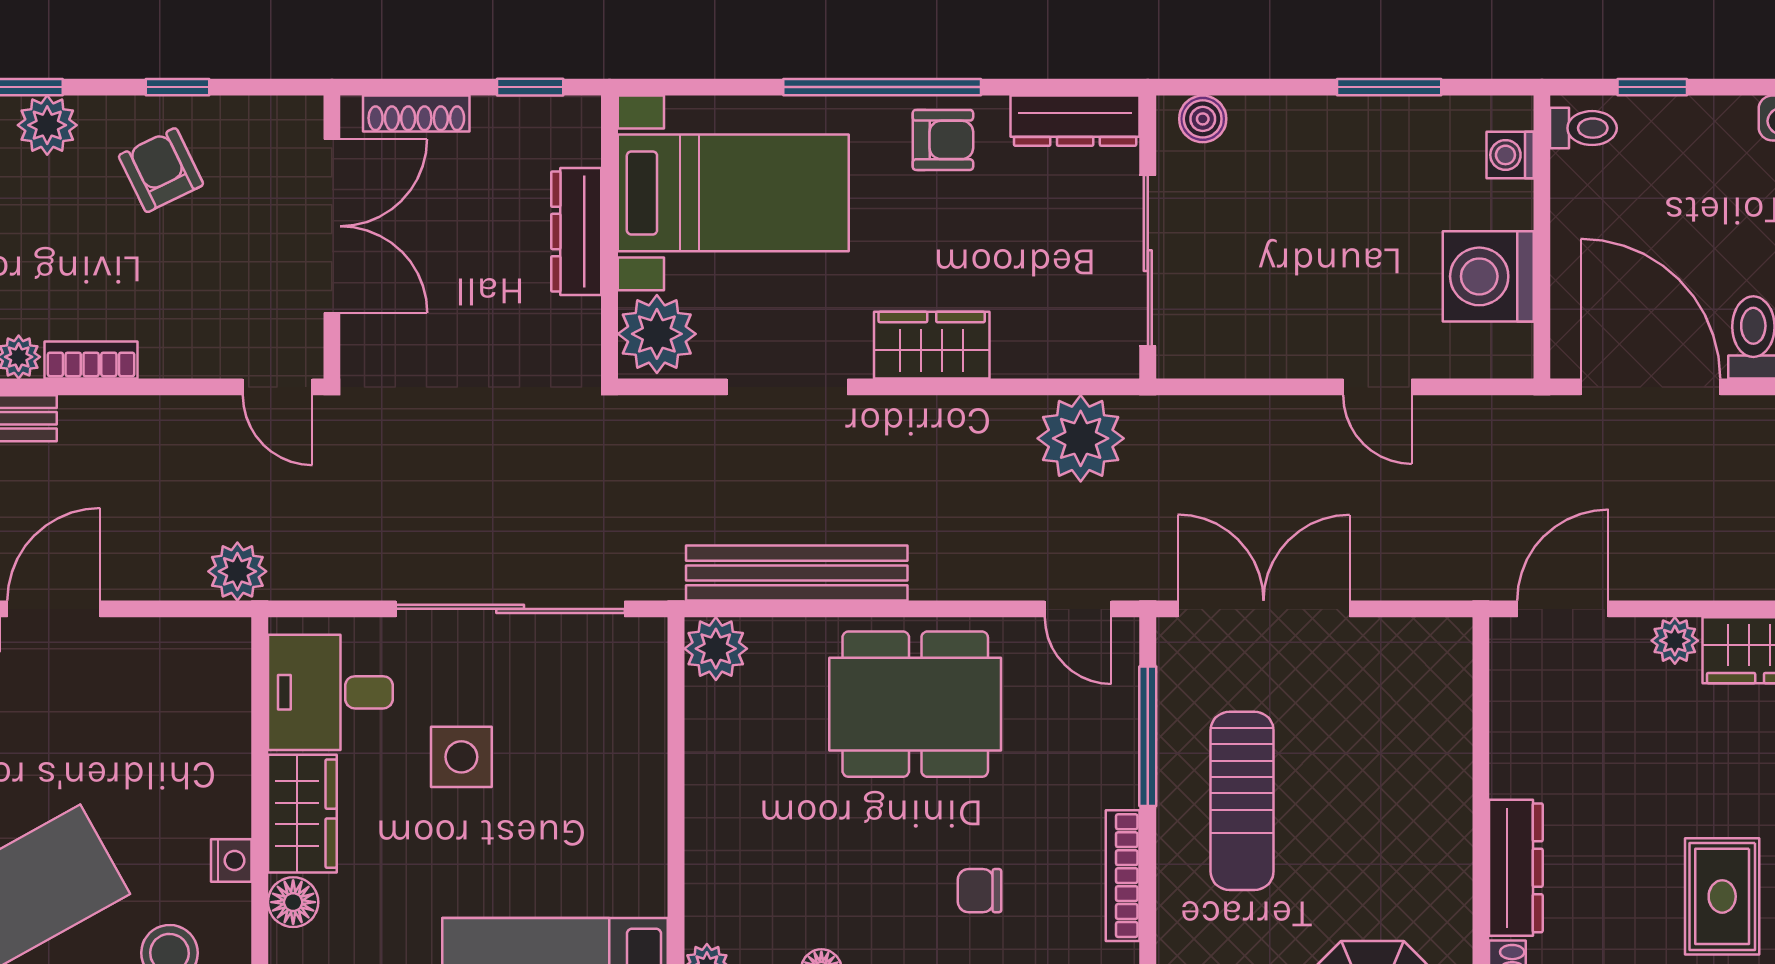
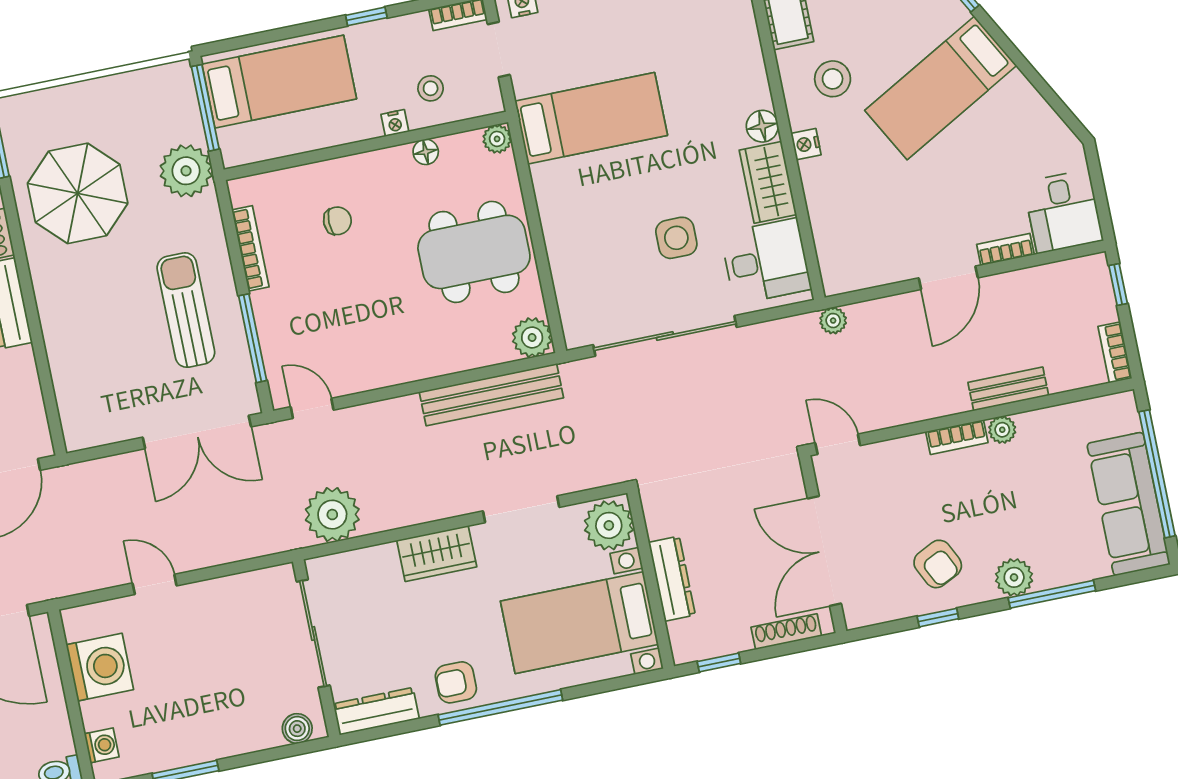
plant: (237, 571) -> (833, 321), width x0.73, depth x0.73
dining table: (915, 704) -> (474, 252), moved

